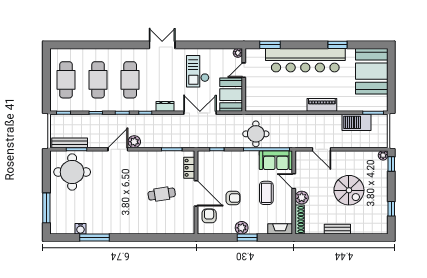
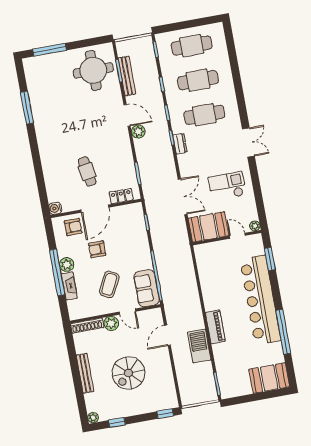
window: (337, 45) -> (283, 332), width x2.11
booth: (372, 71) -> (269, 378), width x0.73, depth x0.70
dresser: (165, 106) -> (180, 144), moved
barbecue: (356, 122) -> (199, 346), moved
round table: (256, 134) -> (171, 261), removed
bench: (70, 143) -> (127, 76), moved
plant: (383, 155) -> (93, 418), moved
door: (294, 181) -> (127, 312), swing flipped
coffee table: (266, 193) -> (109, 284), turned -63
armchair: (233, 198) -> (97, 249), turned 90
water cooler: (80, 229) -> (55, 208), moved
fireplace: (280, 229) -> (69, 286), moved
bench: (337, 229) -> (85, 373), width x1.36
window: (247, 238) -> (57, 272), width x2.11

